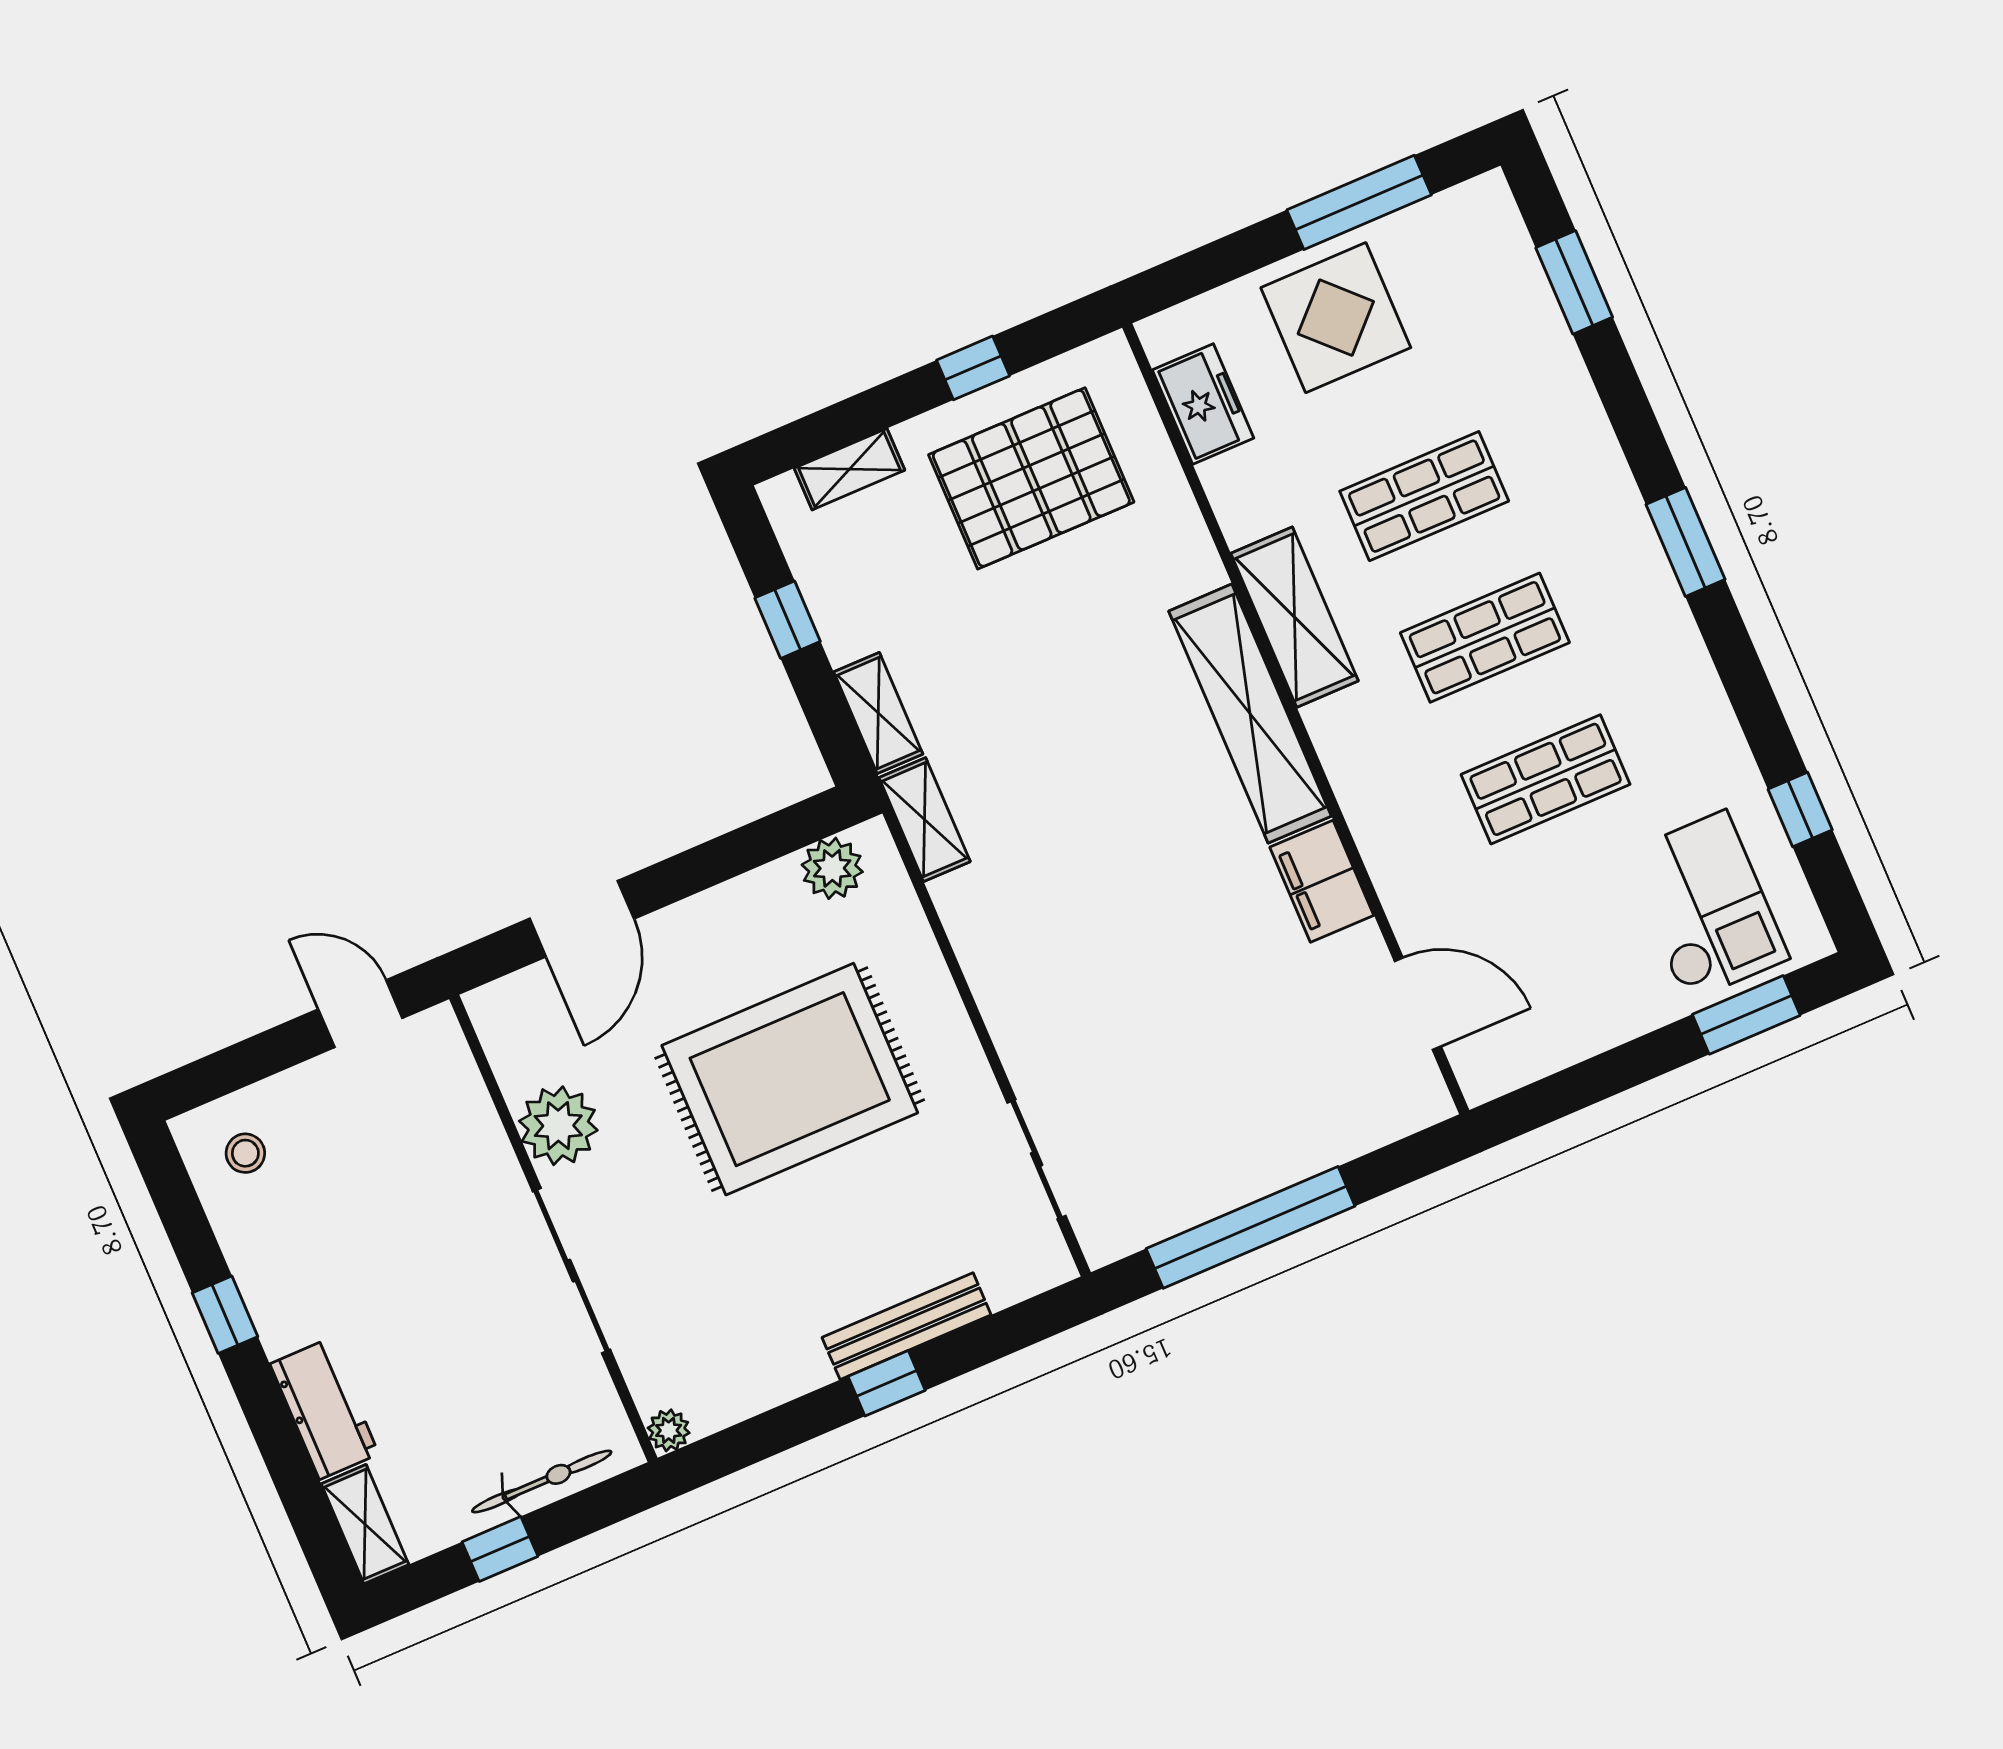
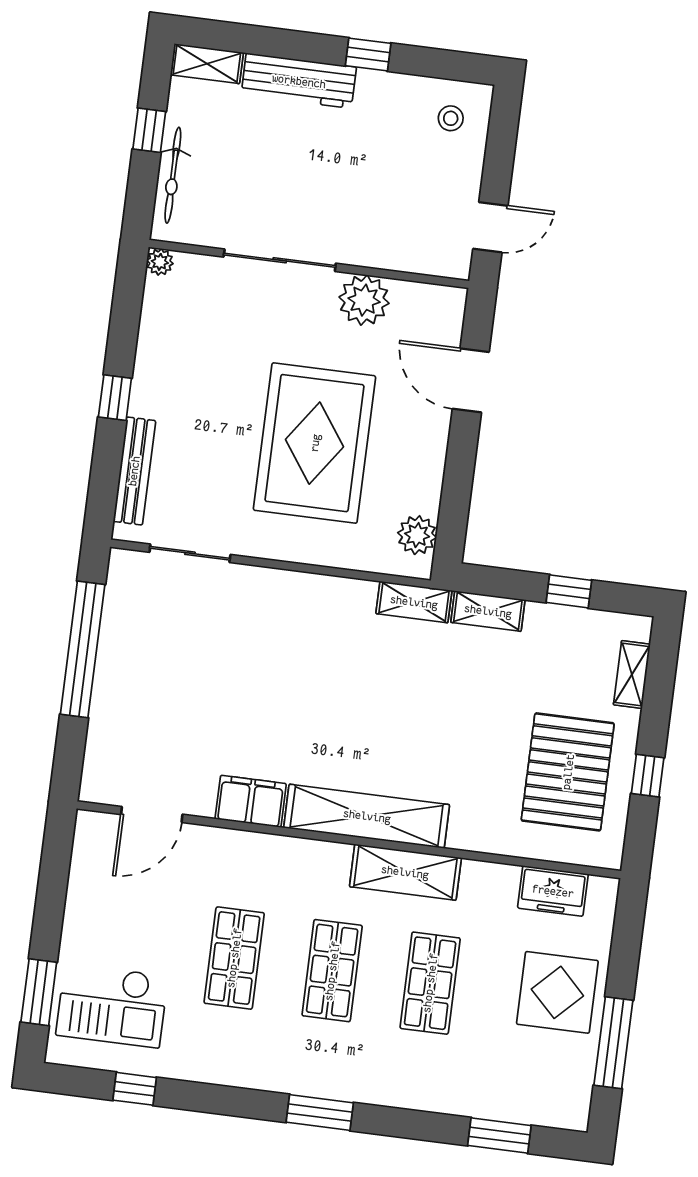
bench: (907, 1326) -> (134, 471), moved
workbench: (324, 1409) -> (299, 81), width x1.38

